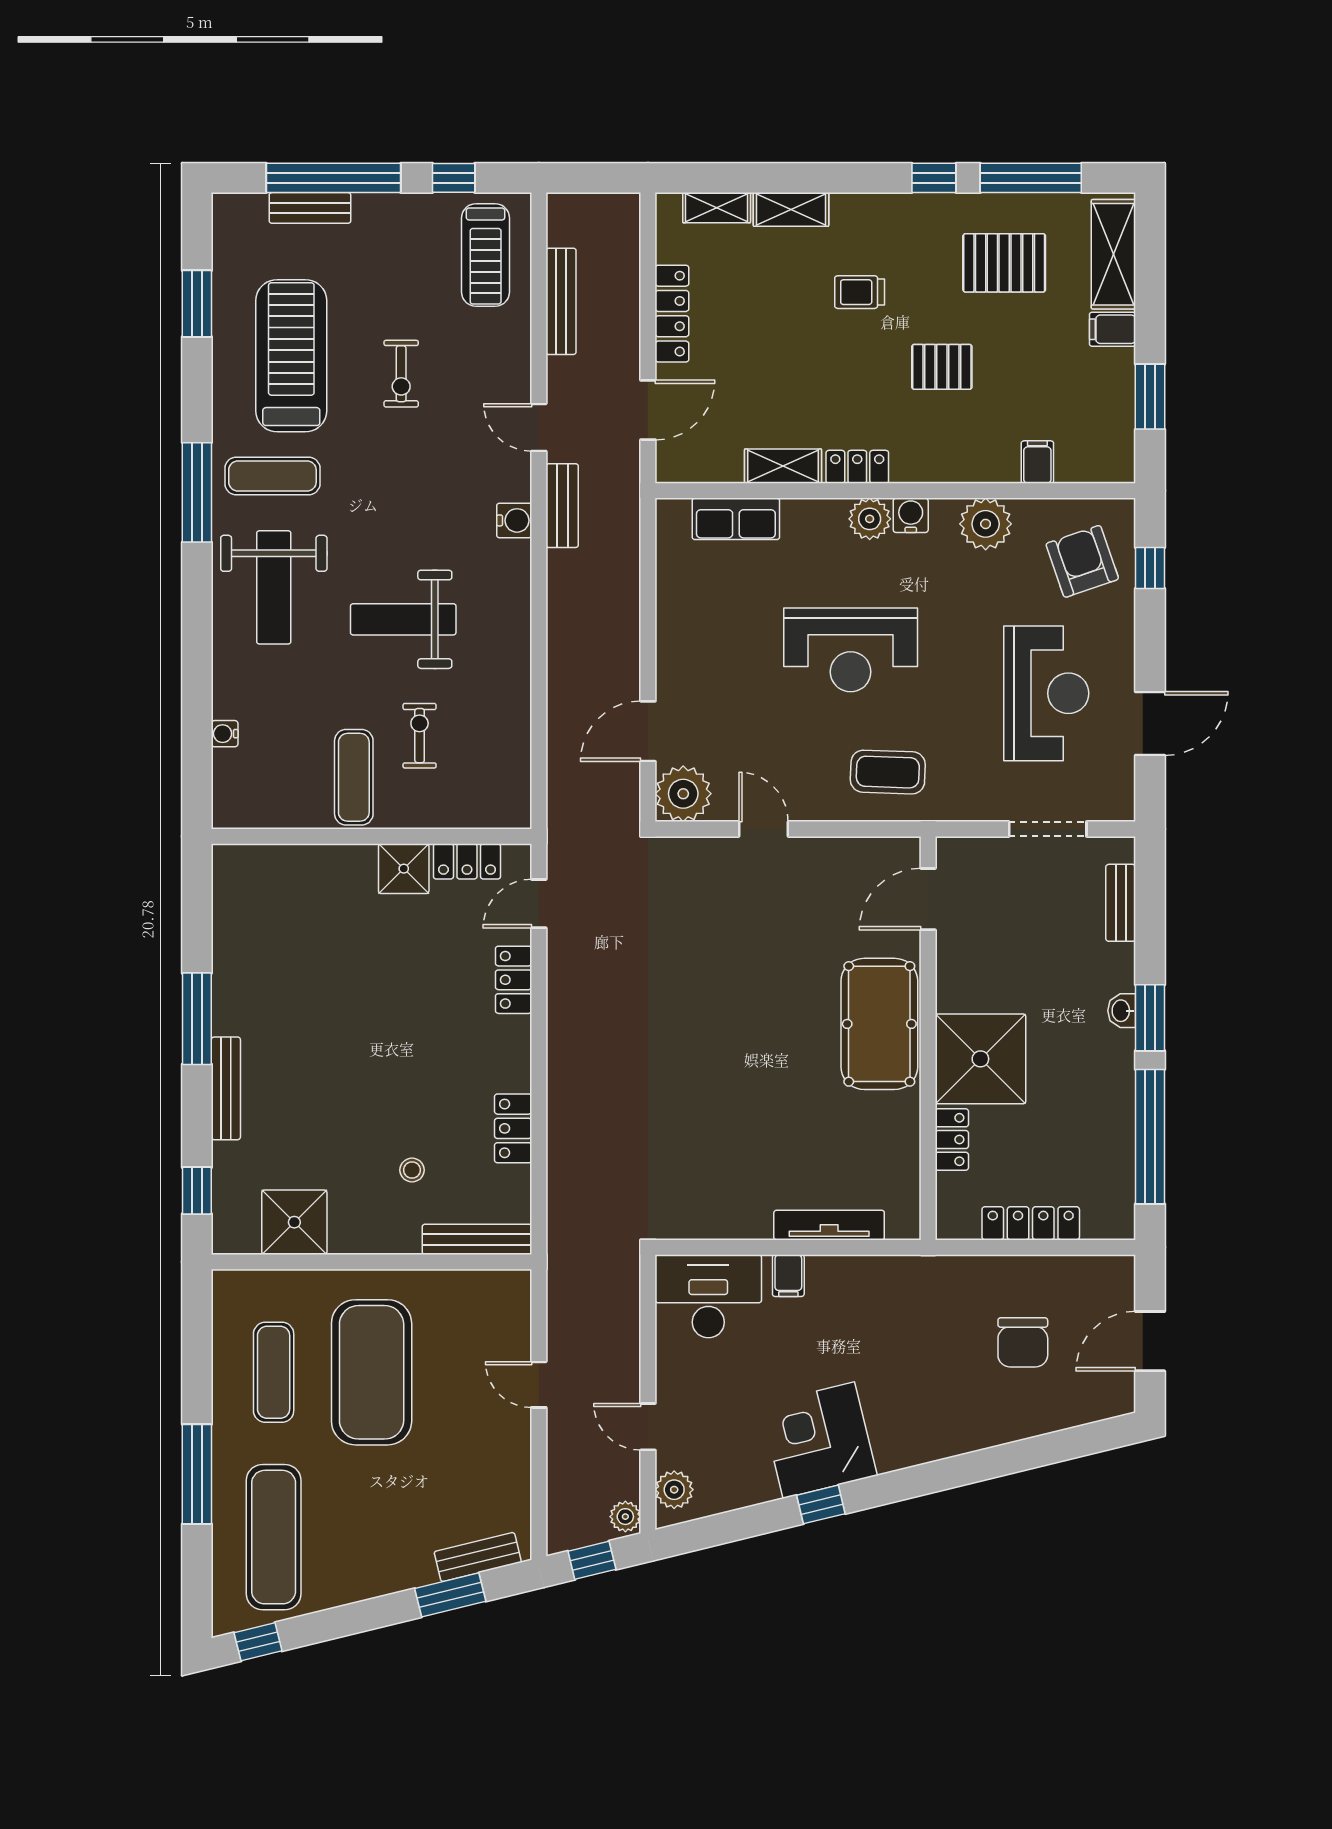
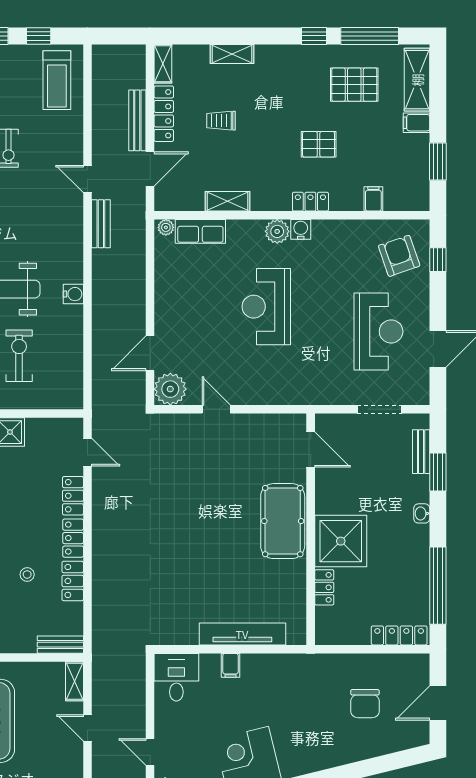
shelving: (717, 208) -> (163, 64), moved, turned 90
trolley: (860, 292) -> (221, 121), moved
bench: (561, 301) -> (137, 120), moved
locker: (857, 467) -> (310, 202), moved
water cooler: (514, 520) -> (73, 294), moved
plant: (986, 524) -> (166, 227), moved, width x0.53, depth x0.53
reception desk: (851, 650) -> (266, 307), turned 90
exercise bike: (420, 736) -> (19, 356), width x1.38, depth x1.39
coffee table: (888, 772) -> (288, 377), removed
locker: (467, 861) -> (73, 538), moved, turned 90
door: (928, 899) -> (311, 450), swing flipped
door: (539, 904) -> (87, 452), swing flipped
window: (1150, 1018) -> (438, 472), moved
stool: (412, 1170) -> (27, 574), moved
locker: (1031, 1223) -> (399, 635), moved
tv unit: (829, 1225) -> (242, 634), width x1.36, depth x1.29
bench: (477, 1239) -> (60, 645), width x0.73
desk: (708, 1296) -> (176, 677), width x0.73
shelving: (516, 1303) -> (74, 681), added

